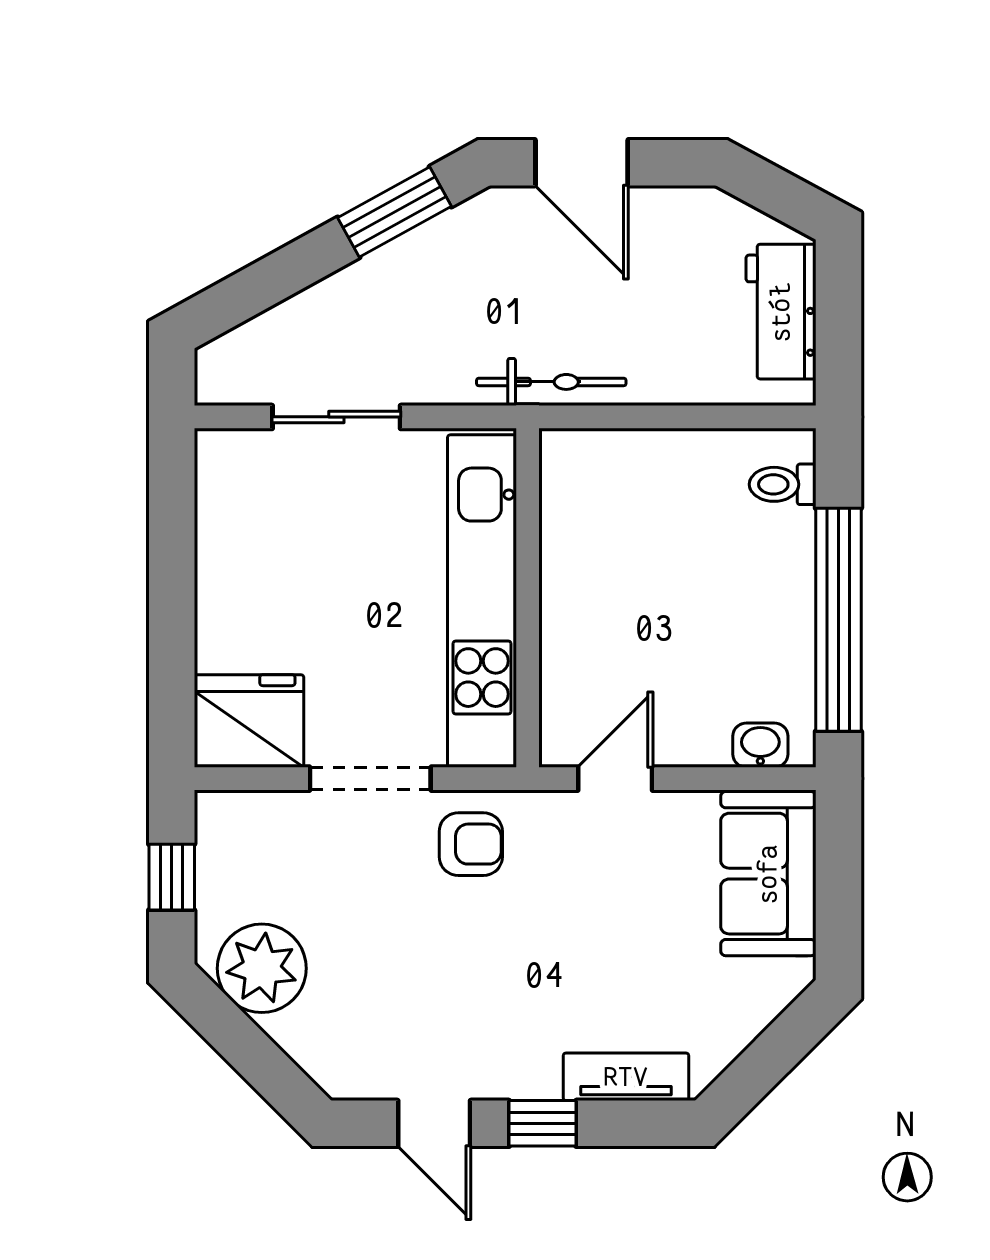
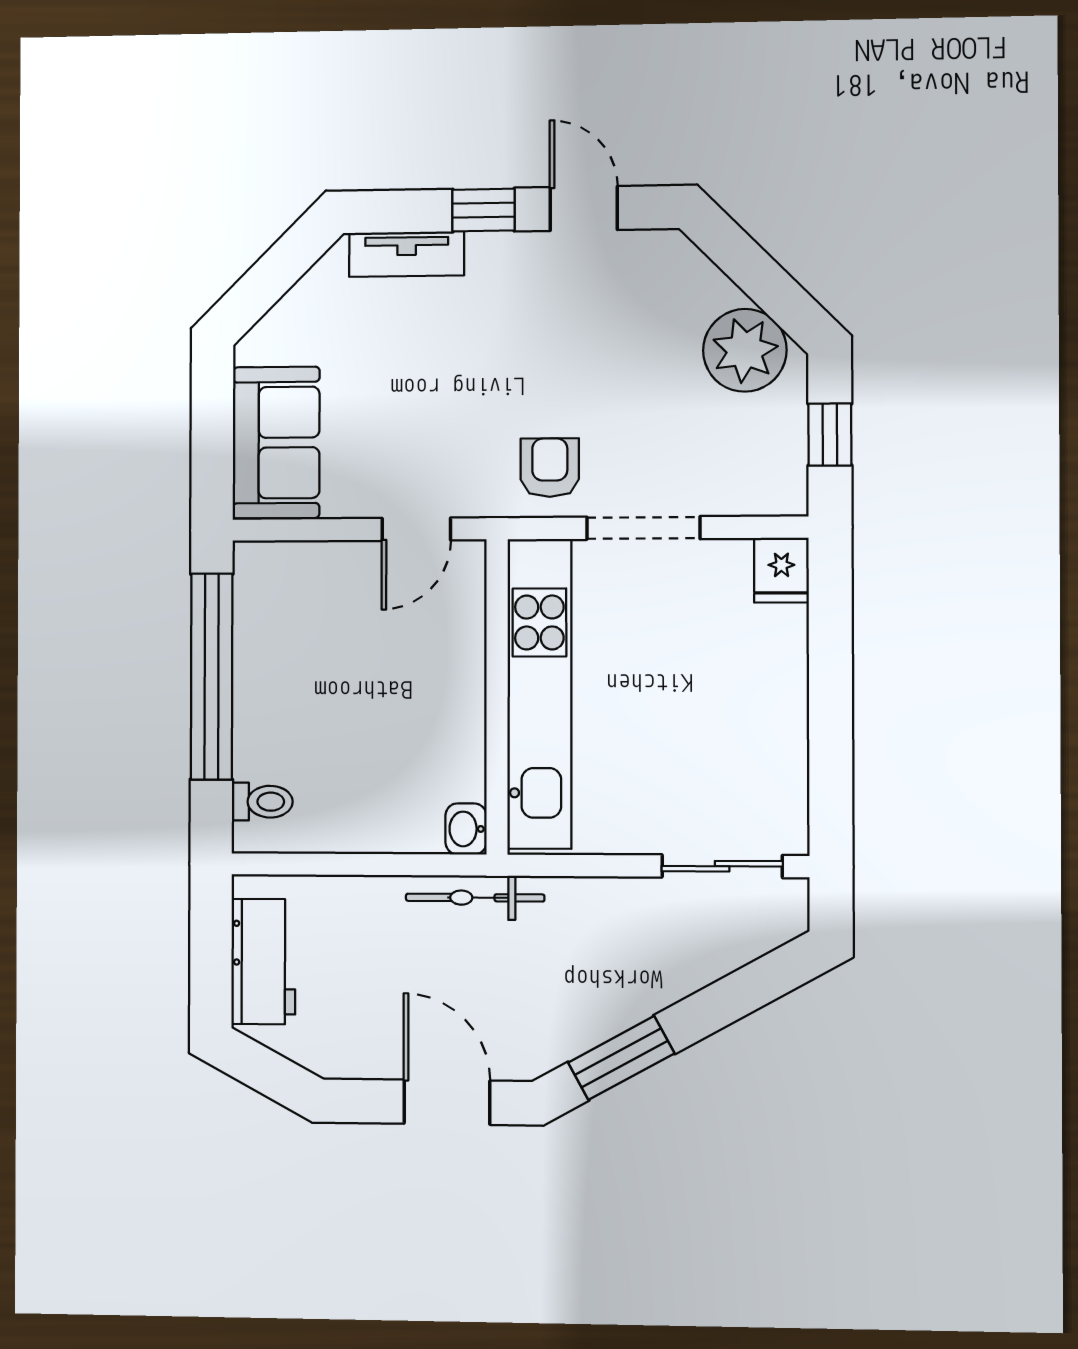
sliding door: (336, 417) -> (722, 866), moved
fridge: (249, 721) -> (781, 570), width x0.53, depth x0.75
washbasin: (760, 745) -> (466, 829), moved, turned 90
armchair: (471, 844) -> (550, 468), turned 90

